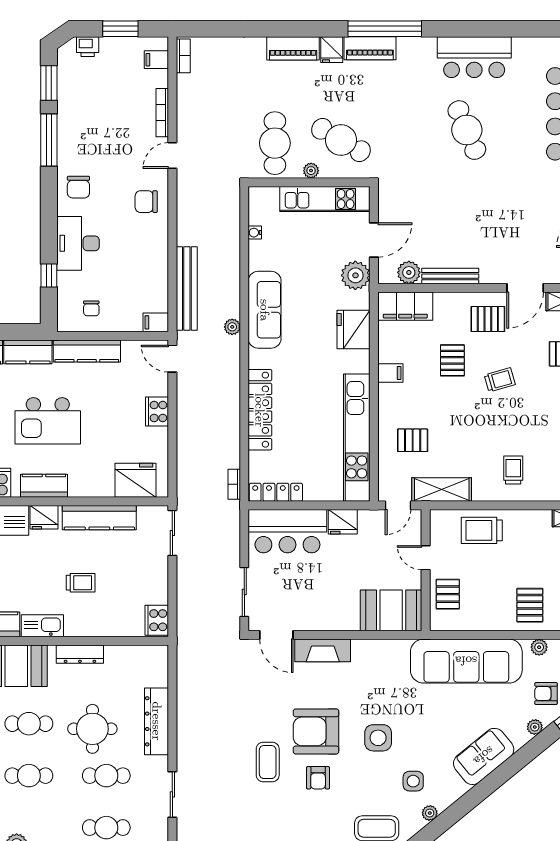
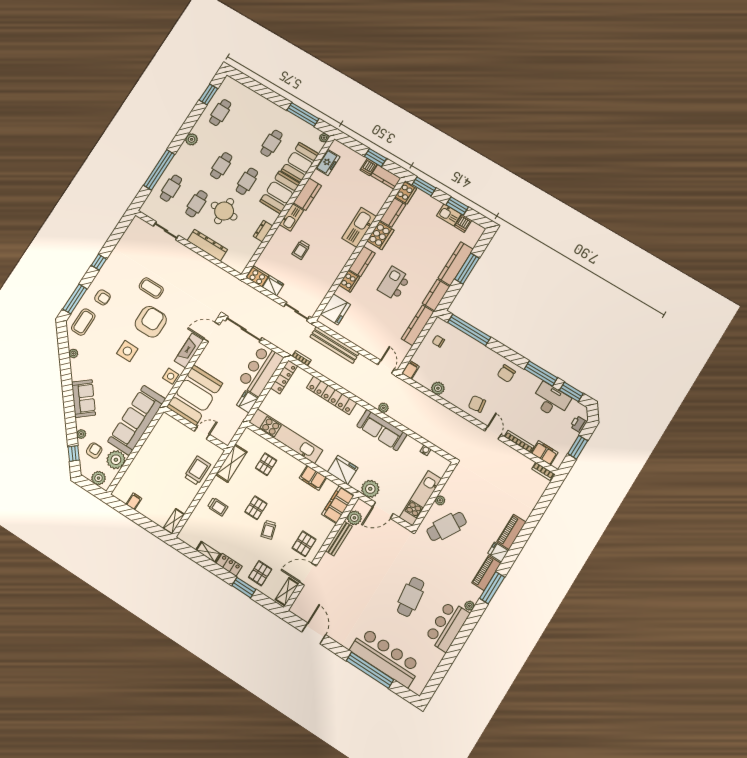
window: (385, 29) -> (492, 588), width x0.68
plant: (428, 44) -> (469, 606), added
filing cabinet: (156, 60) -> (545, 453), width x2.00
cafe table: (467, 130) -> (411, 597), turned -74
cafe table: (275, 143) -> (466, 490), removed
chair: (78, 187) -> (506, 373), turned -88
chair: (146, 202) -> (477, 404), turned -98
door: (374, 240) -> (383, 510), hinge flipped
desk: (78, 243) -> (551, 400), moved
plant: (158, 269) -> (438, 388), added
window: (49, 275) -> (469, 330), width x3.17
door: (525, 288) -> (308, 574), hinge flipped
bench: (187, 289) -> (334, 345), moved
door: (172, 359) -> (386, 367), hinge flipped
pallet: (452, 360) -> (256, 508), moved, turned 90
filing cabinet: (390, 373) -> (313, 478), width x2.00
cooker: (157, 411) -> (349, 281), moved, turned 90
kitchen island: (48, 421) -> (394, 284), width x0.73, depth x0.78
door: (398, 505) -> (238, 435), removed
fridge: (44, 517) -> (273, 286), moved, turned 90
kitchen counter: (99, 518) -> (328, 279), removed
sliding door: (244, 592) -> (244, 329), width x1.37
pallet: (448, 594) -> (176, 432), removed
pallet: (530, 605) -> (144, 471), removed
booth: (391, 610) -> (195, 395), width x1.36, depth x1.42
plant: (539, 647) -> (116, 460), width x1.88, depth x1.88
dresser: (80, 654) -> (263, 231), width x0.70
armchair: (318, 778) -> (103, 297), moved, turned 180
side table: (413, 781) -> (171, 376), moved

